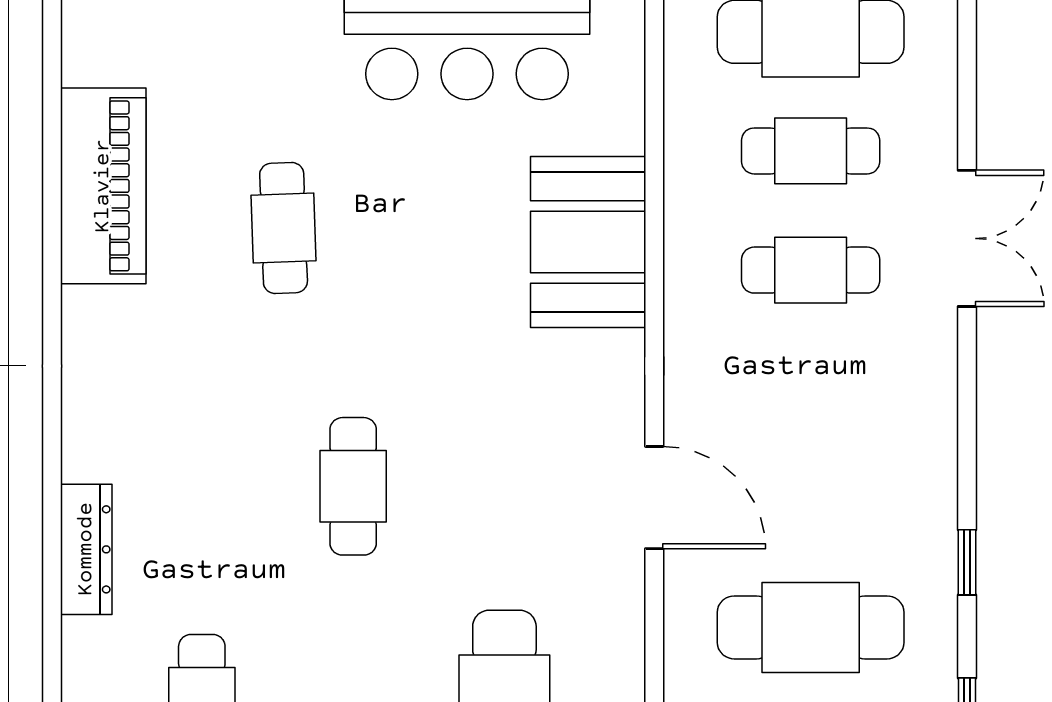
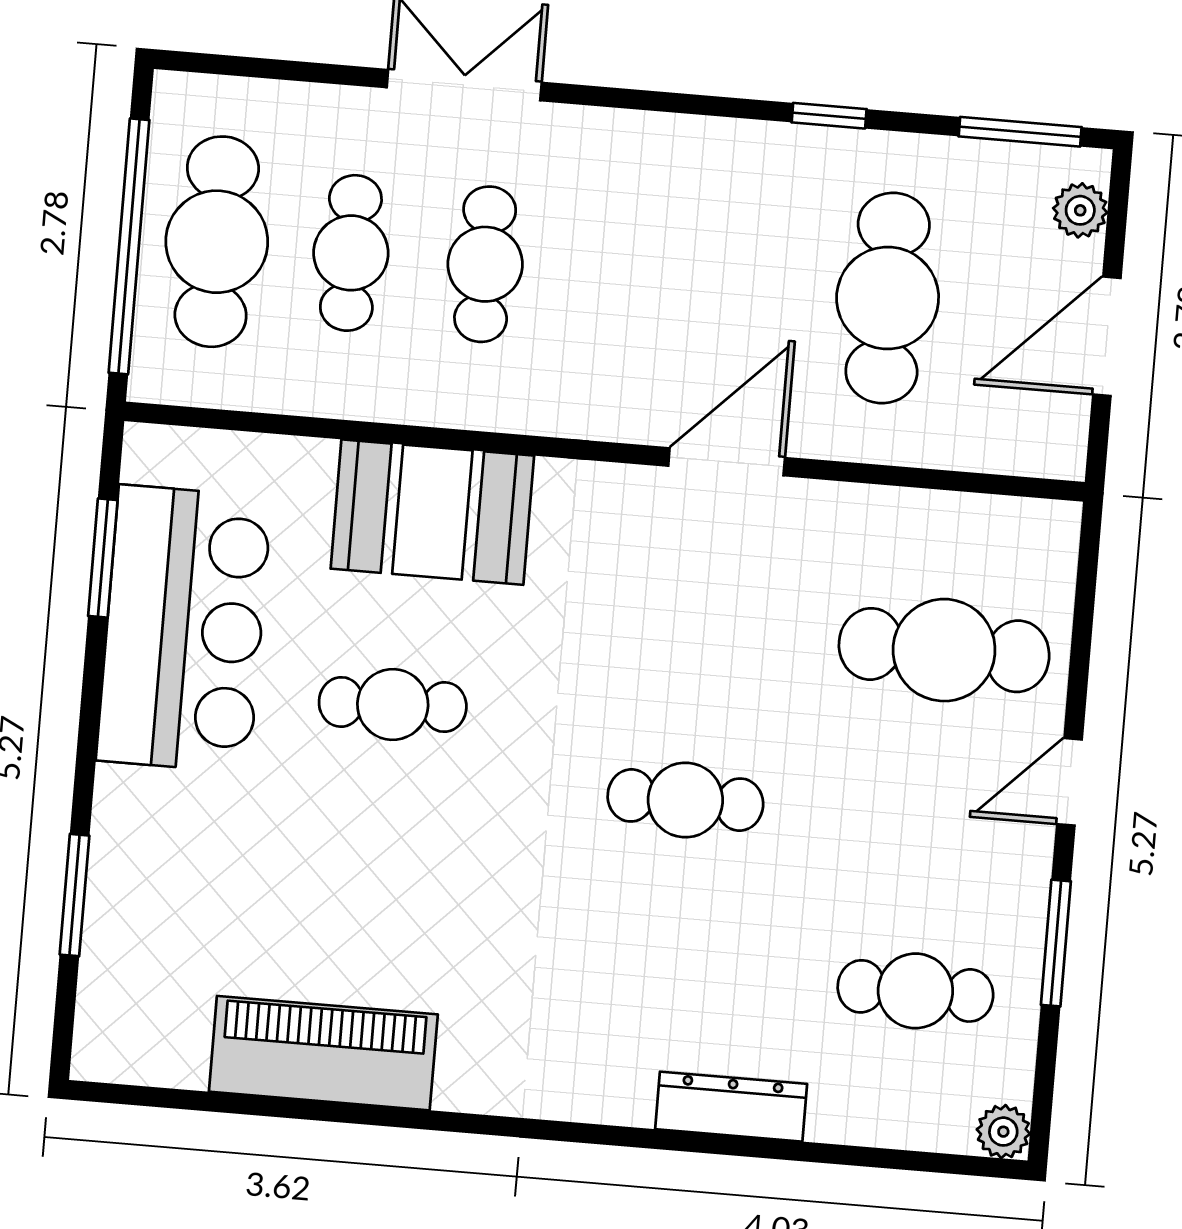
cafe table: (284, 228) -> (393, 704), moved

